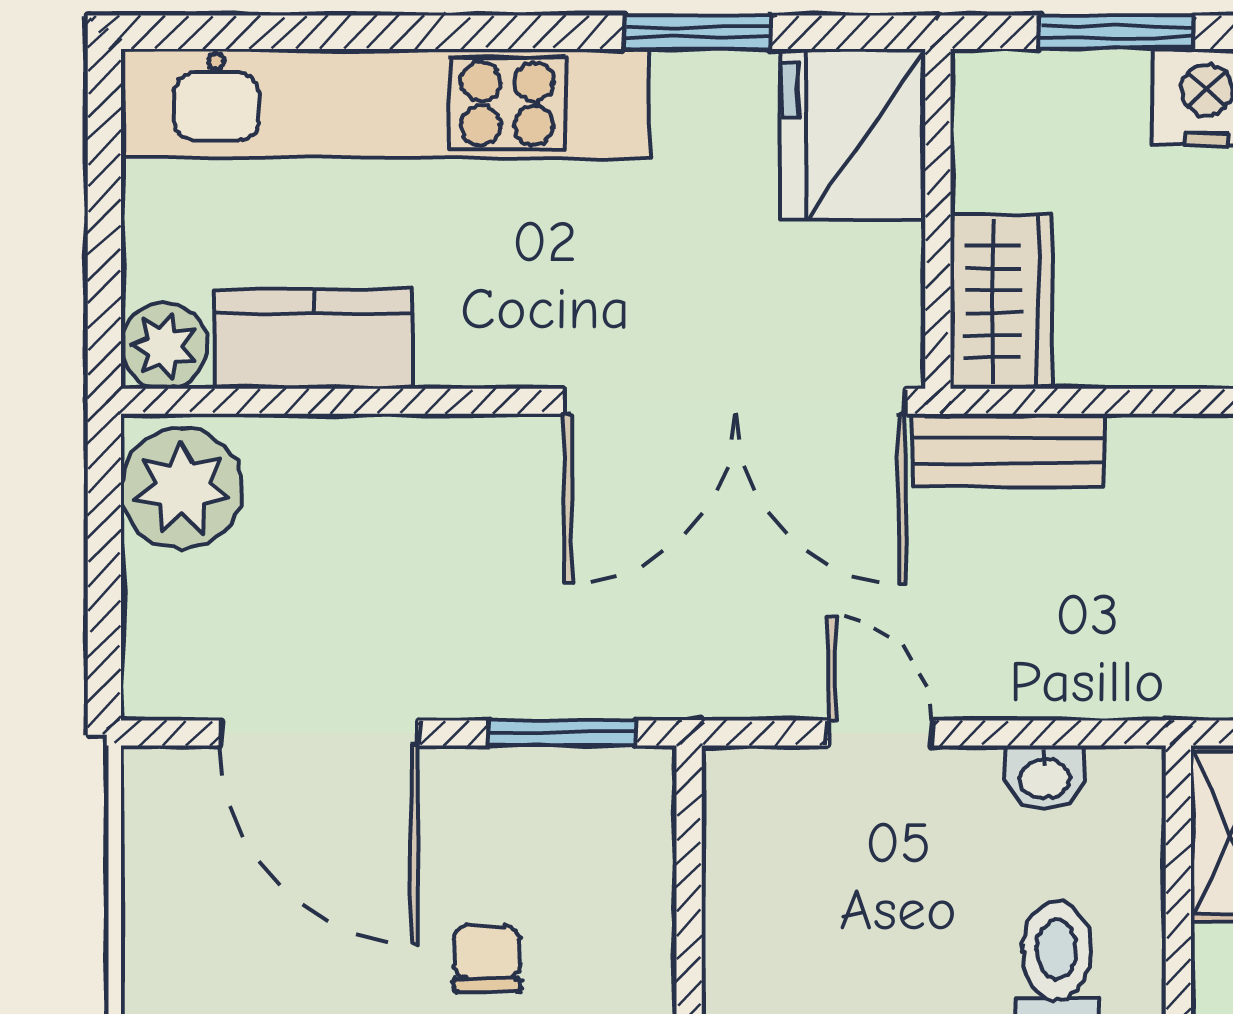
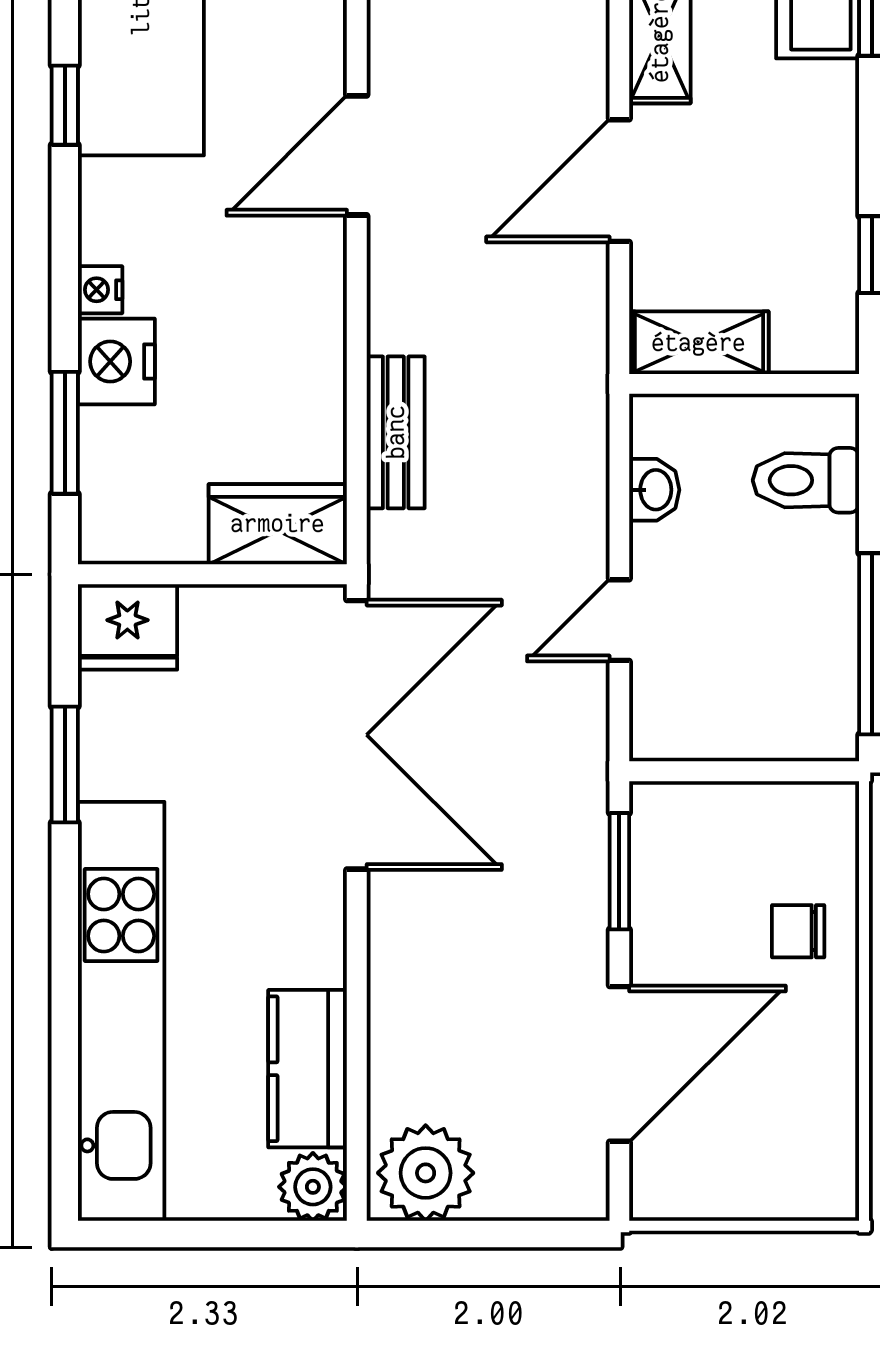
fridge: (853, 134) -> (127, 627), width x0.73, depth x0.75
bench: (1009, 450) -> (396, 432), moved

